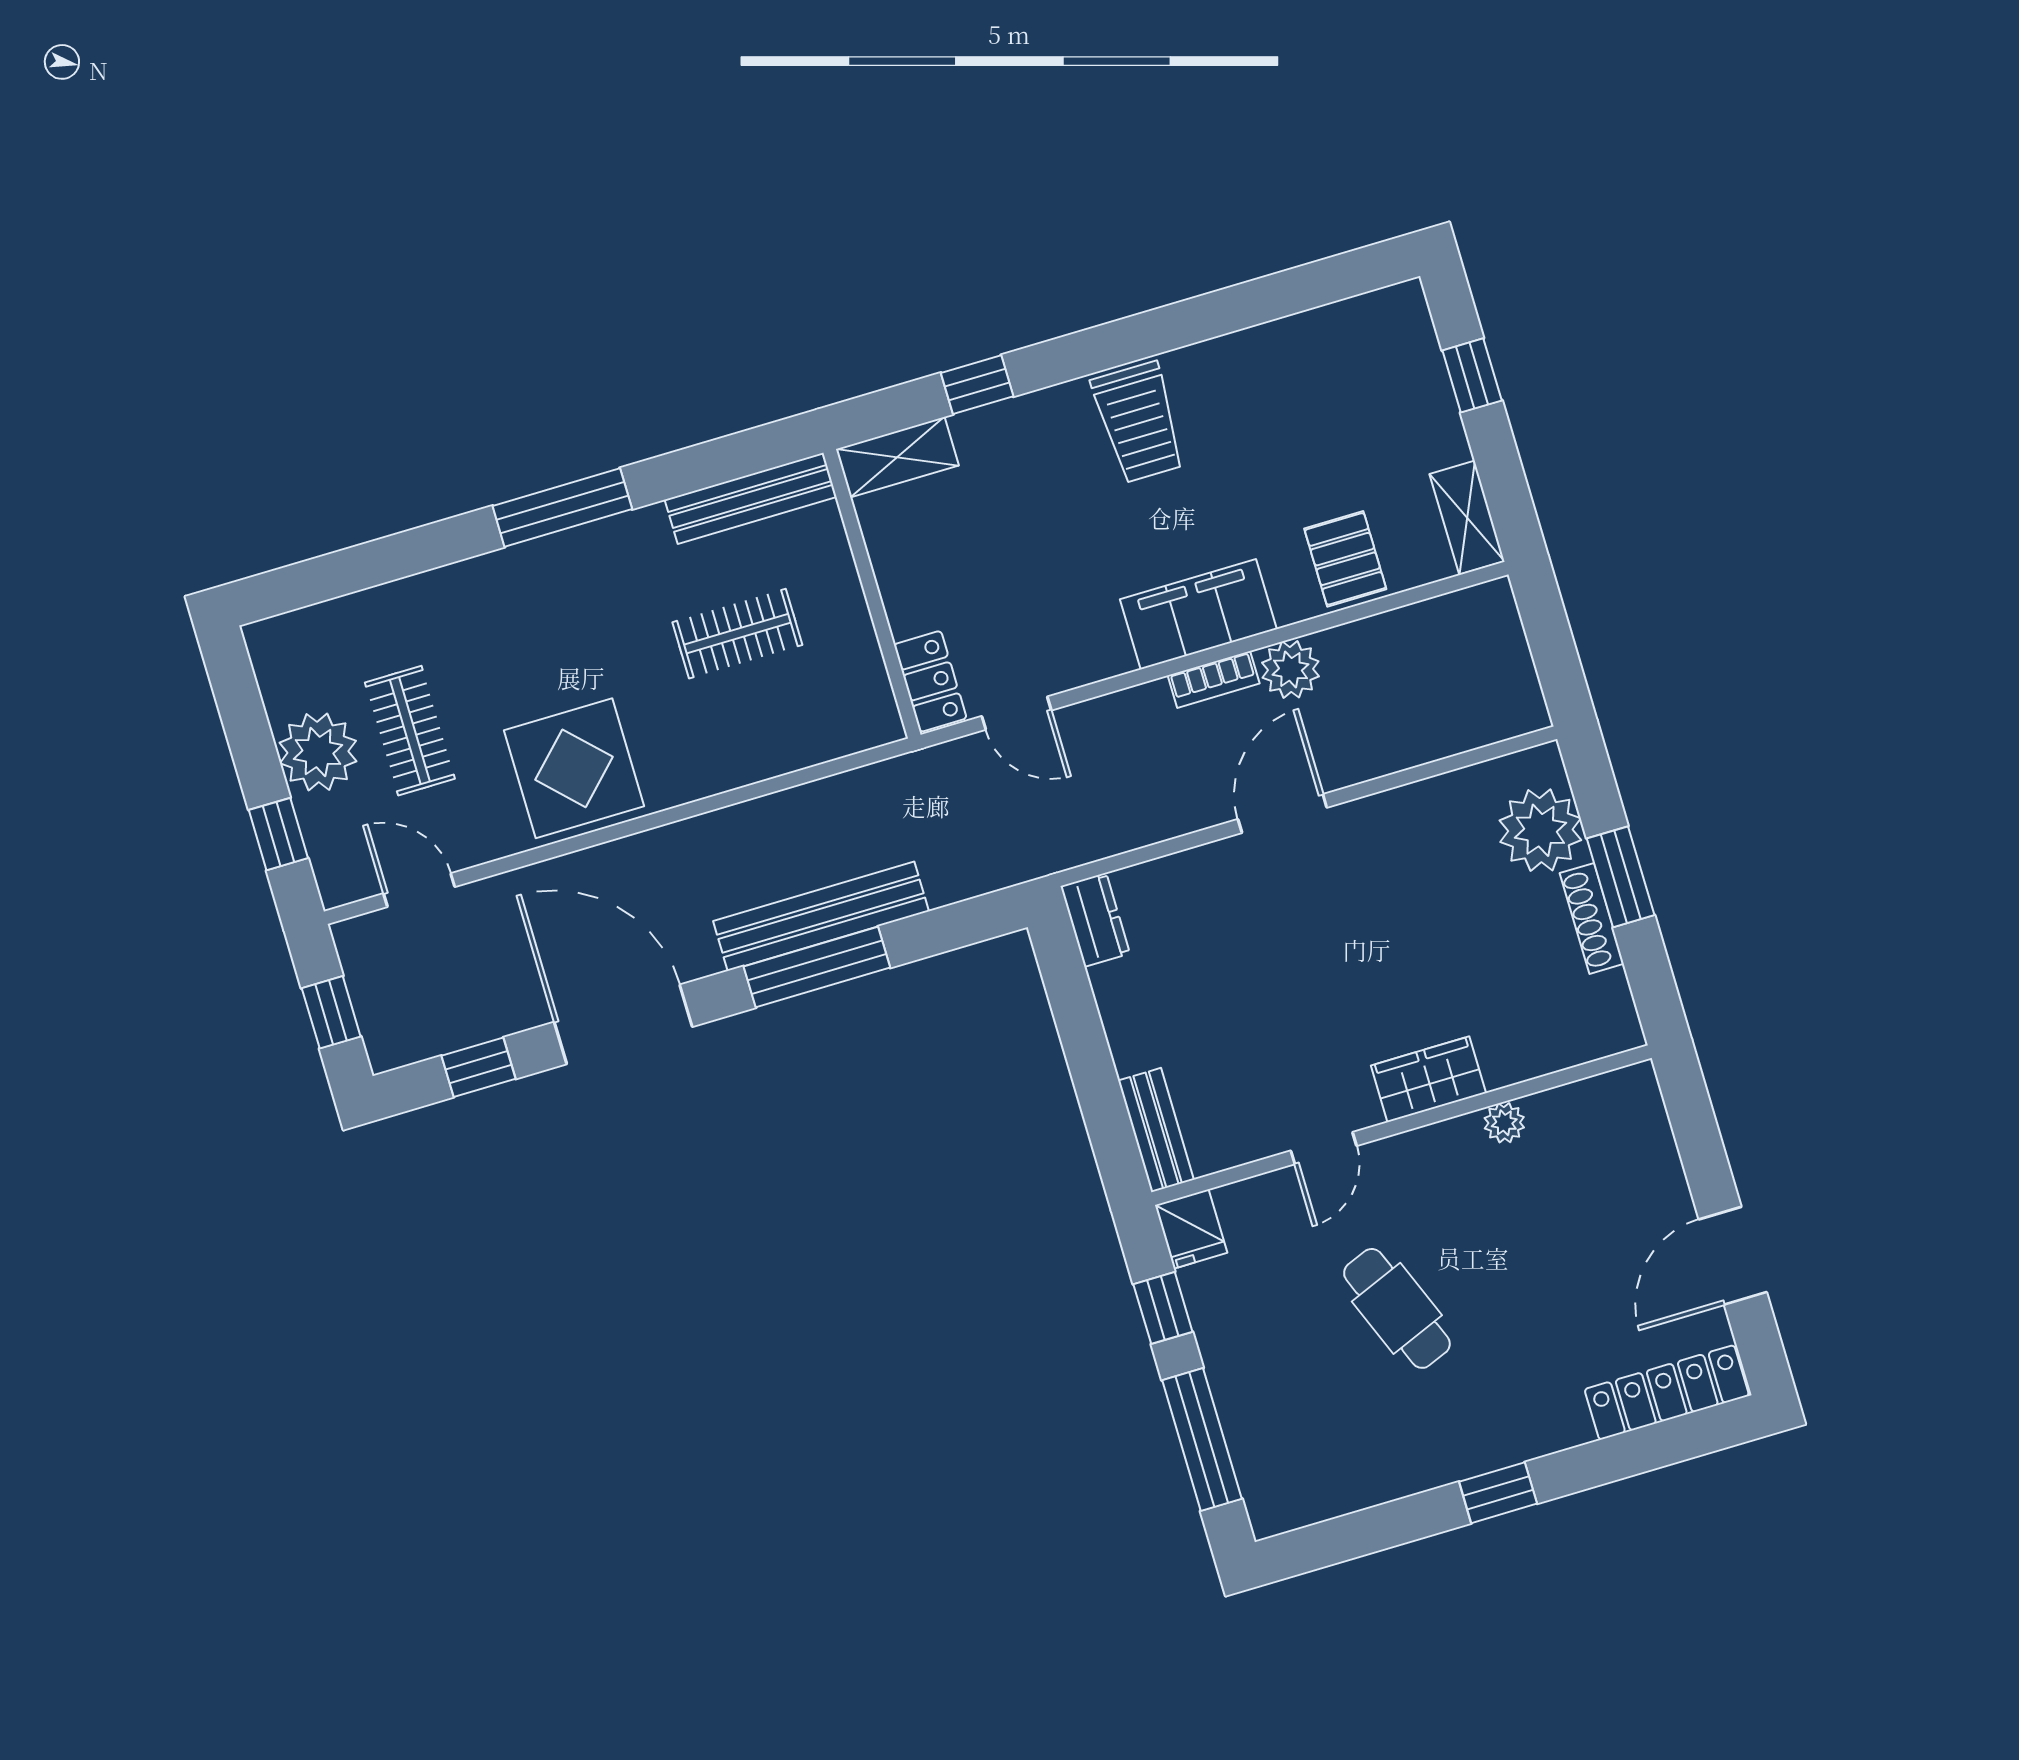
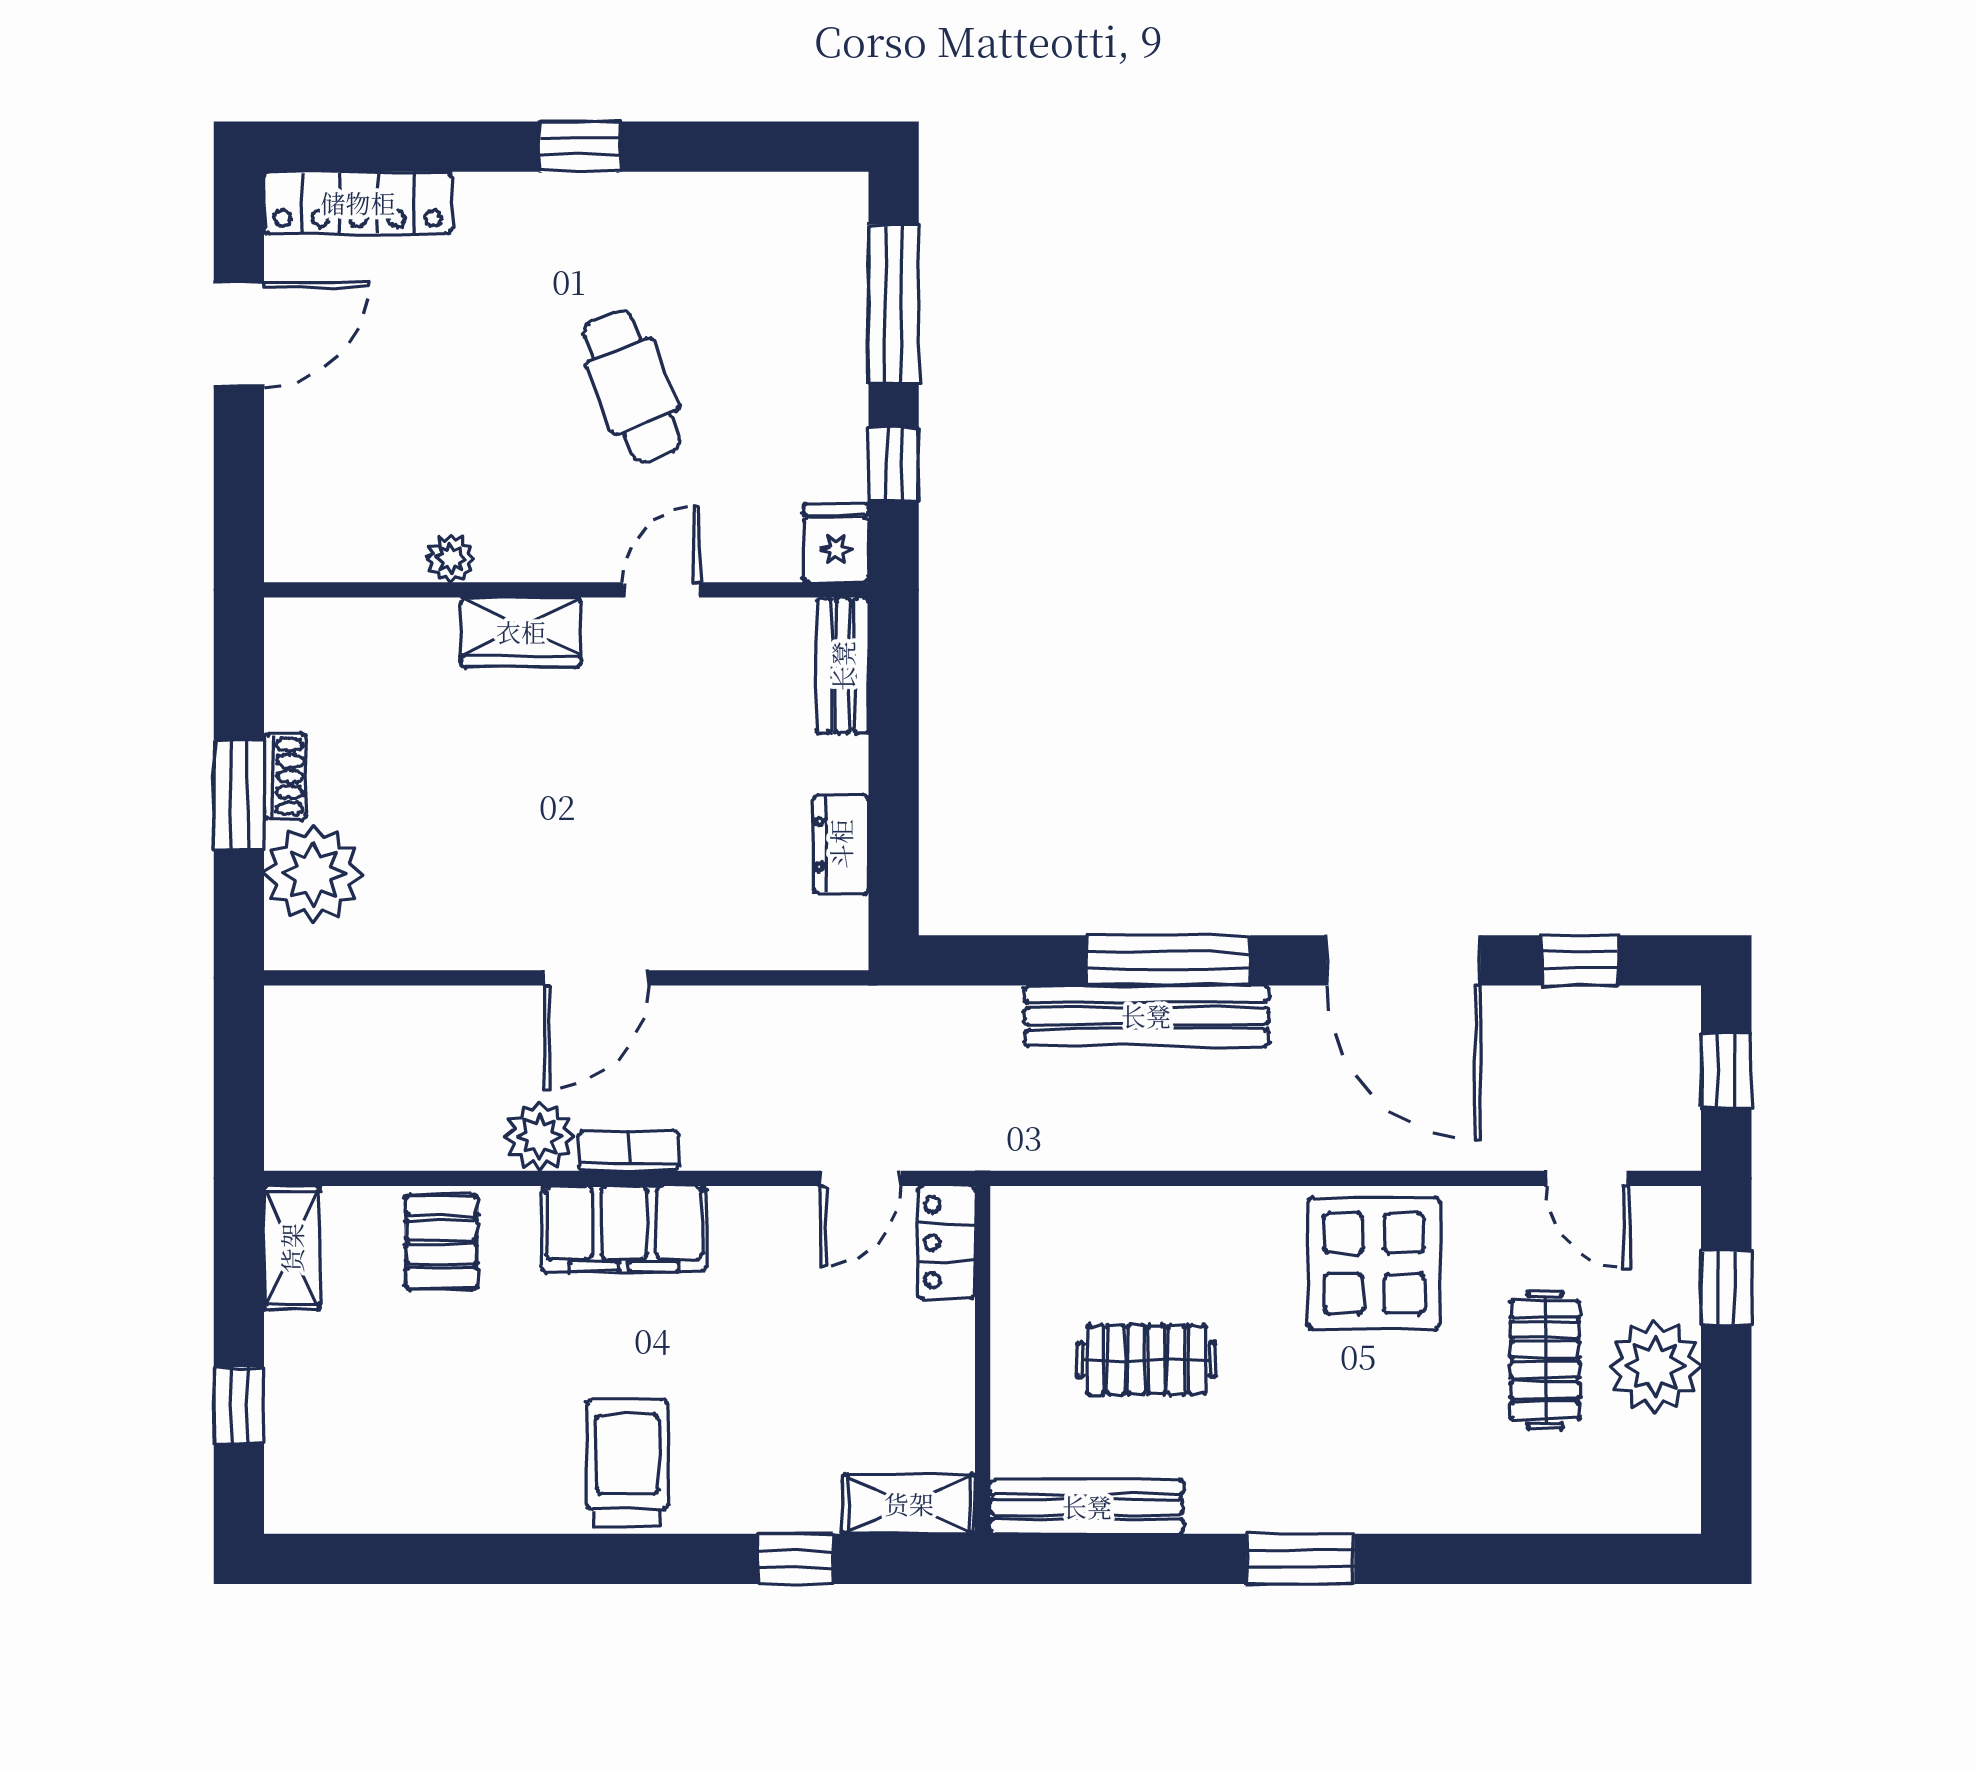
window: (562, 508) -> (1300, 1559), width x0.69
door: (1016, 713) -> (860, 1178), swing flipped
shoe rack: (1592, 918) -> (285, 776), width x0.70
dresser: (1095, 920) -> (841, 844), moved

